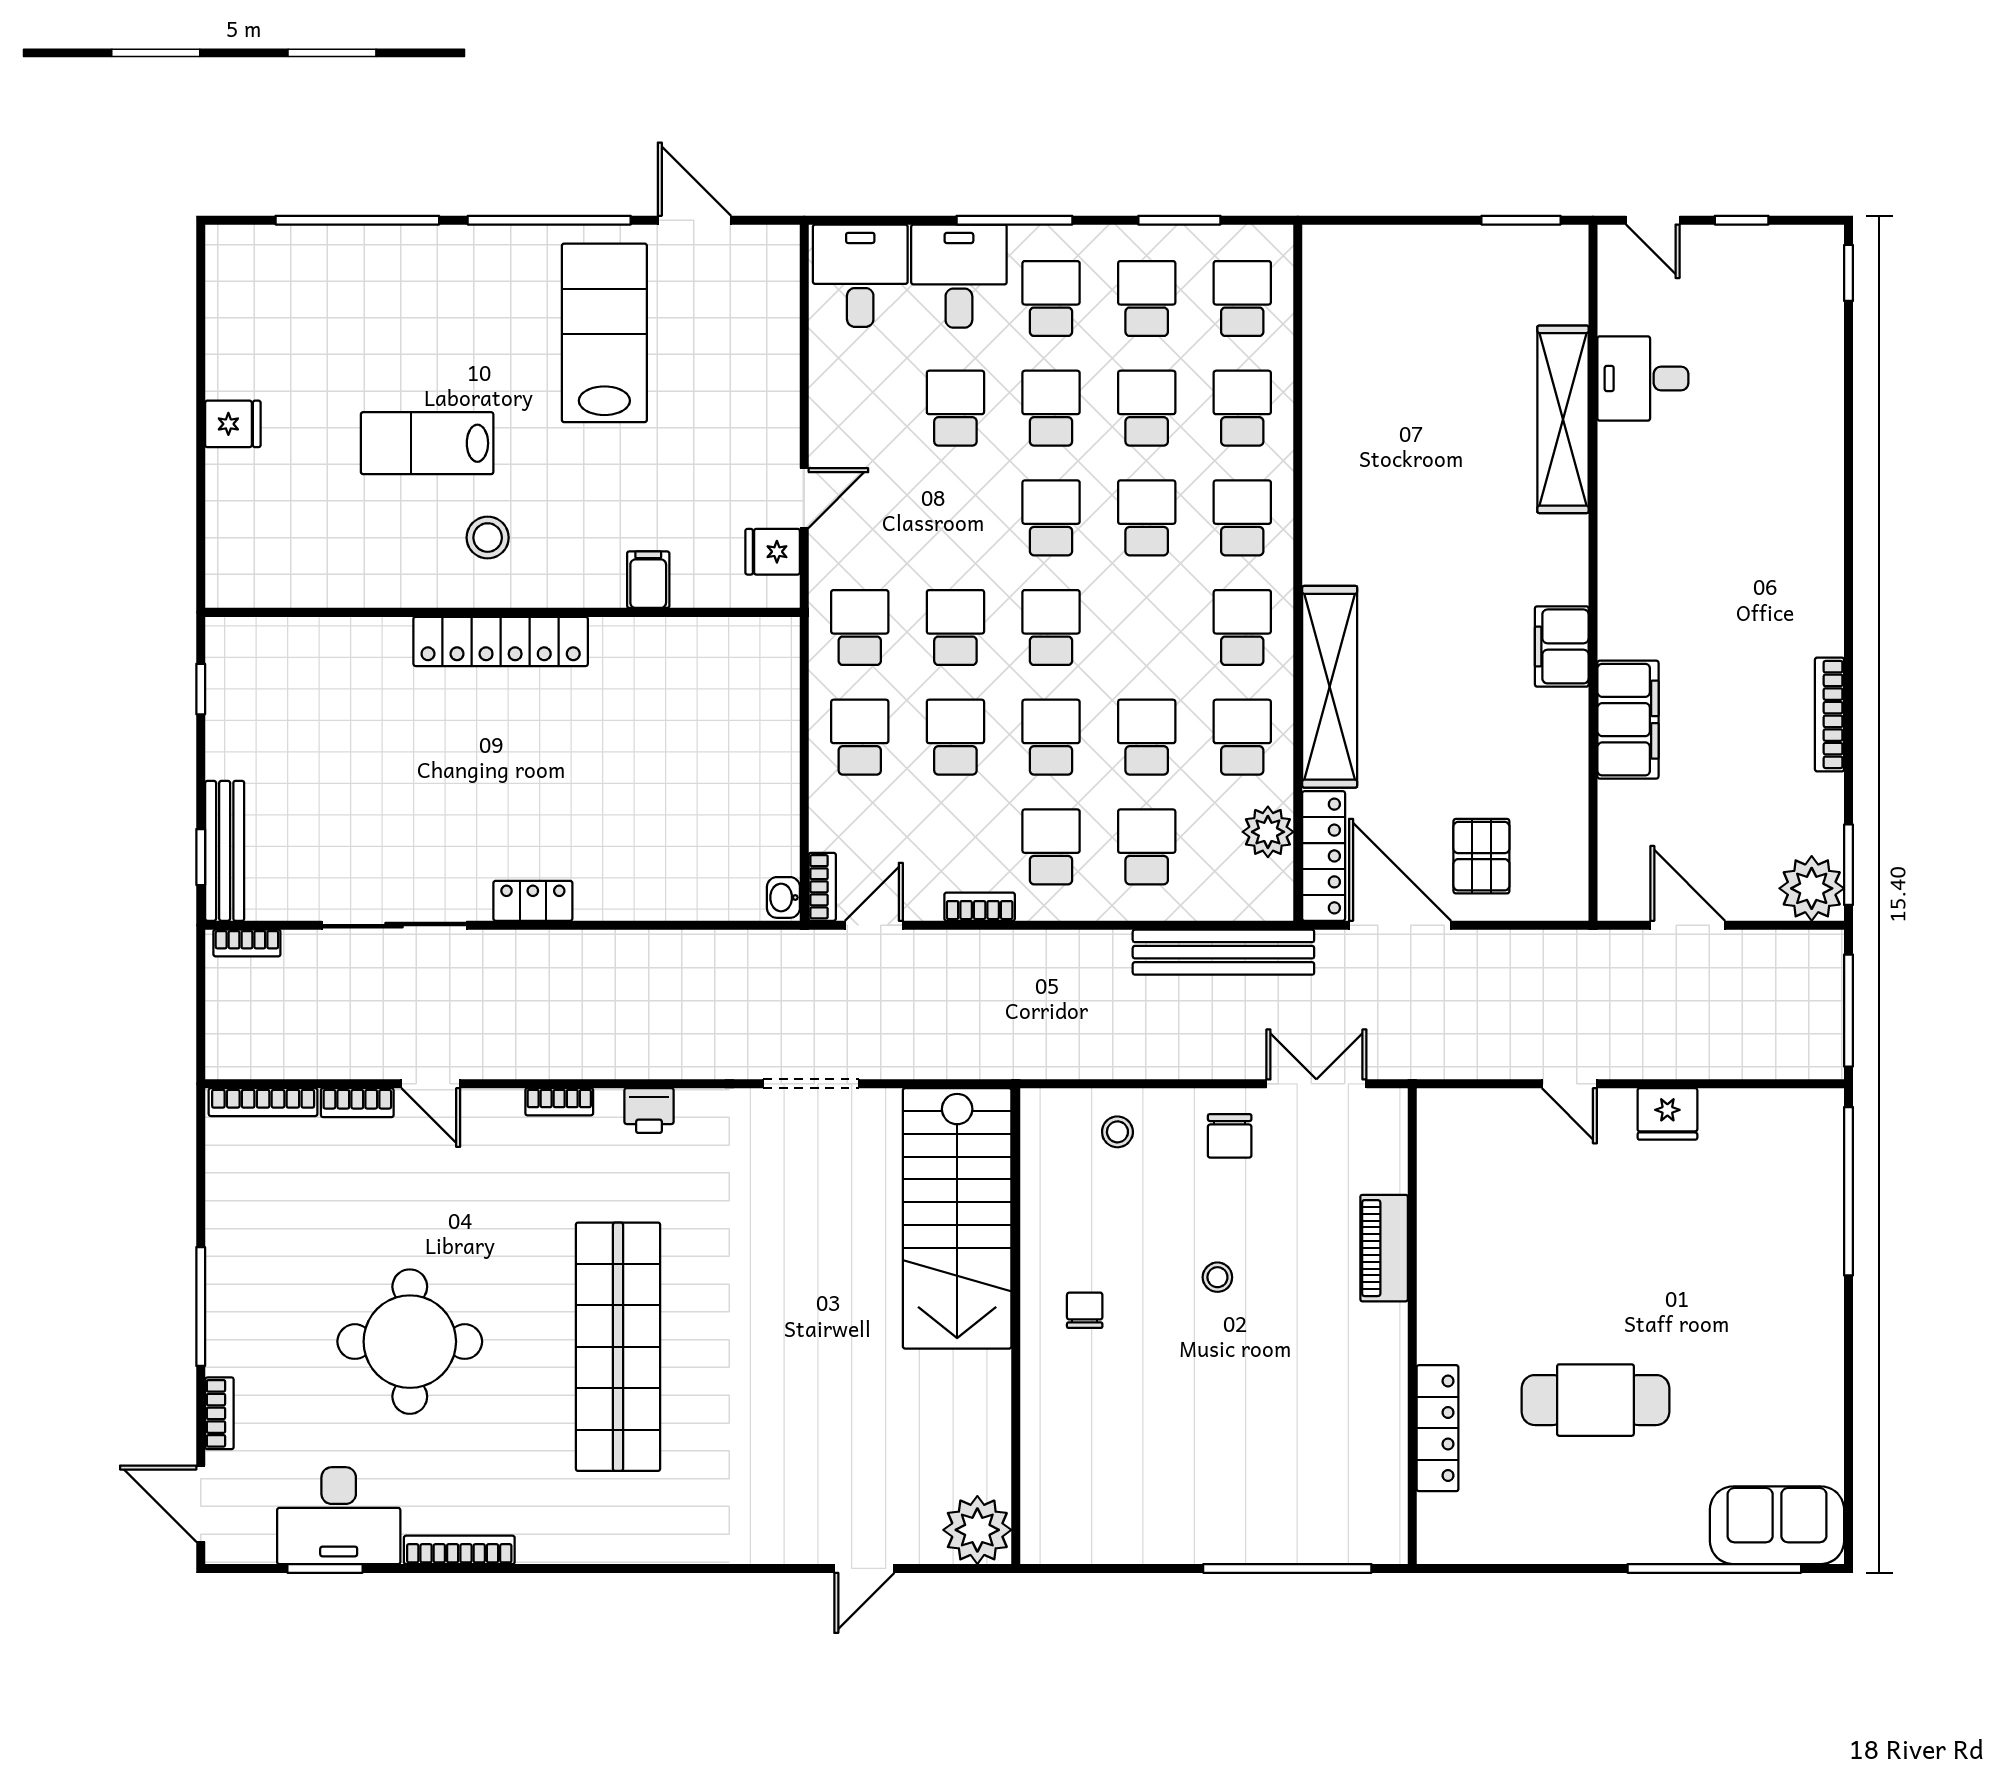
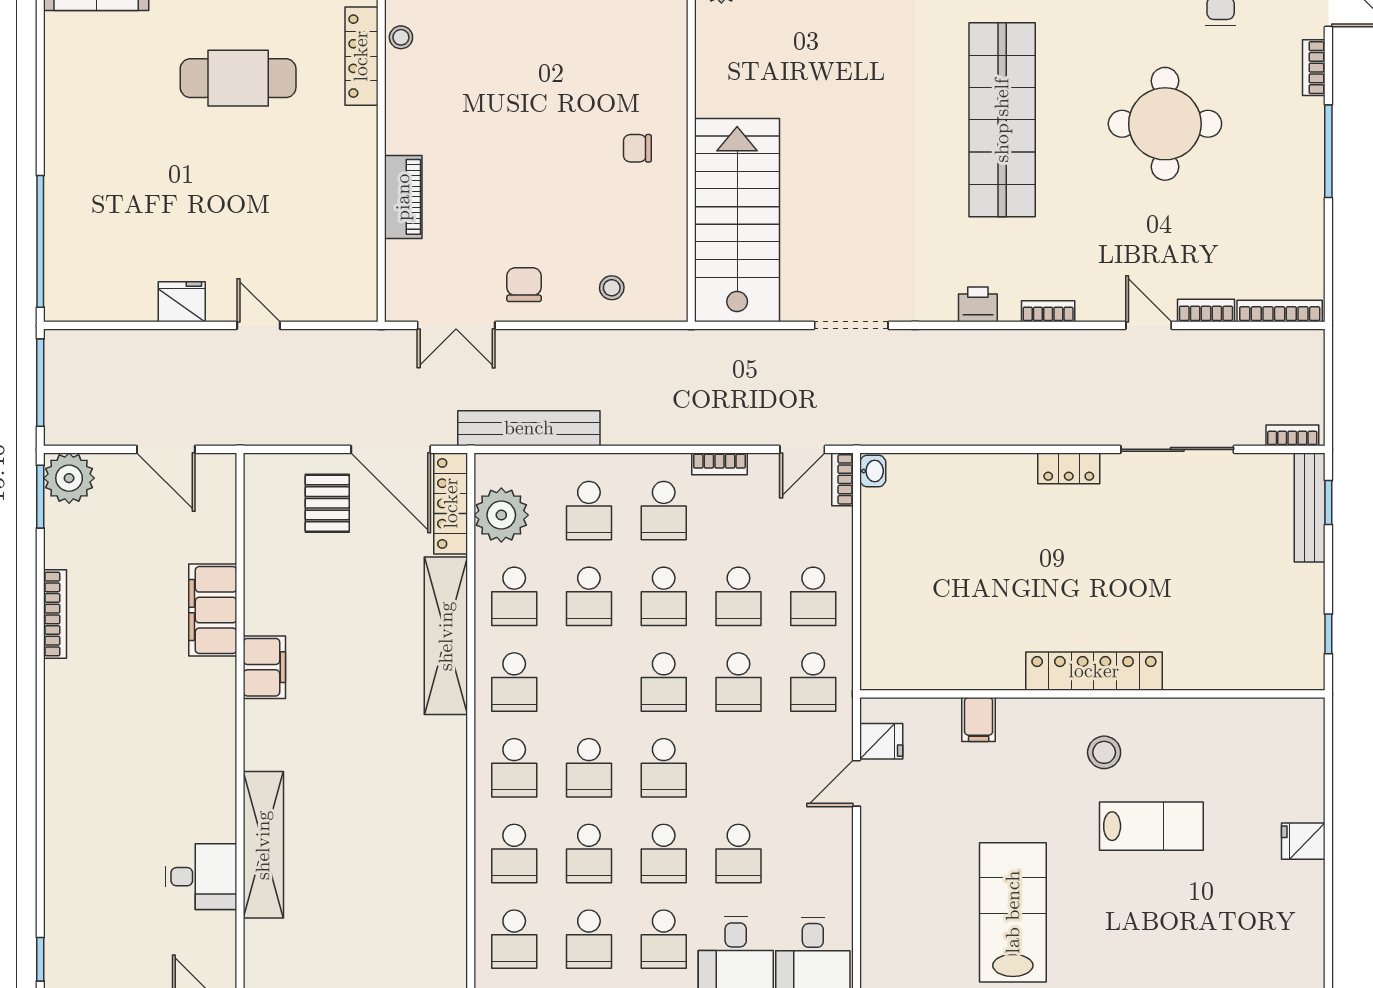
lab bench: (604, 333) -> (1013, 912), turned 180
plant: (1268, 832) -> (501, 515), width x1.36, depth x1.36
stool: (1217, 1277) -> (401, 37), moved
chair: (1085, 1310) -> (637, 148), turned 90

